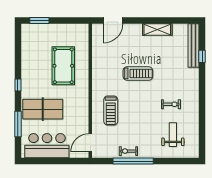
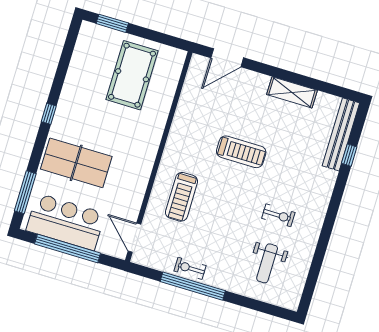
pool table: (63, 66) -> (132, 75), moved
window: (18, 124) -> (25, 192), moved
weight bench: (173, 135) -> (267, 263), turned 180
door: (90, 143) -> (135, 238), hinge flipped
window: (53, 161) -> (68, 248), added

